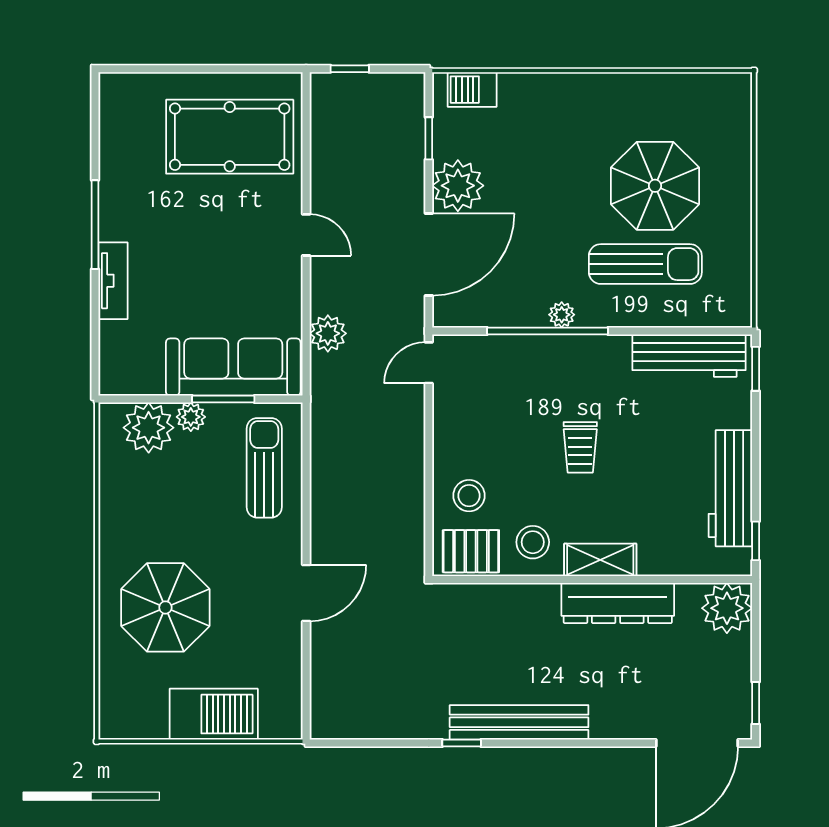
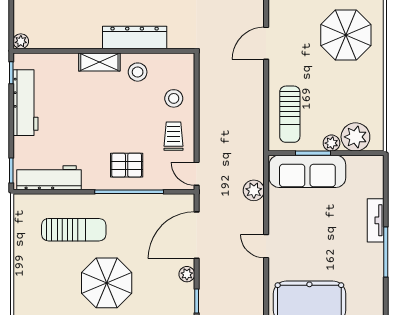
plant: (458, 186) -> (187, 274), width x0.53, depth x0.53
parasol: (655, 186) -> (107, 283), moved
sun lounger: (645, 264) -> (74, 230), turned 180
plant: (562, 315) -> (121, 201), removed
door: (429, 363) -> (197, 174), swing flipped
trolley: (580, 447) -> (174, 136), moved
pallet: (471, 551) -> (127, 165), moved
dresser: (618, 603) -> (135, 38), moved
plant: (727, 608) -> (21, 41), width x0.53, depth x0.53

